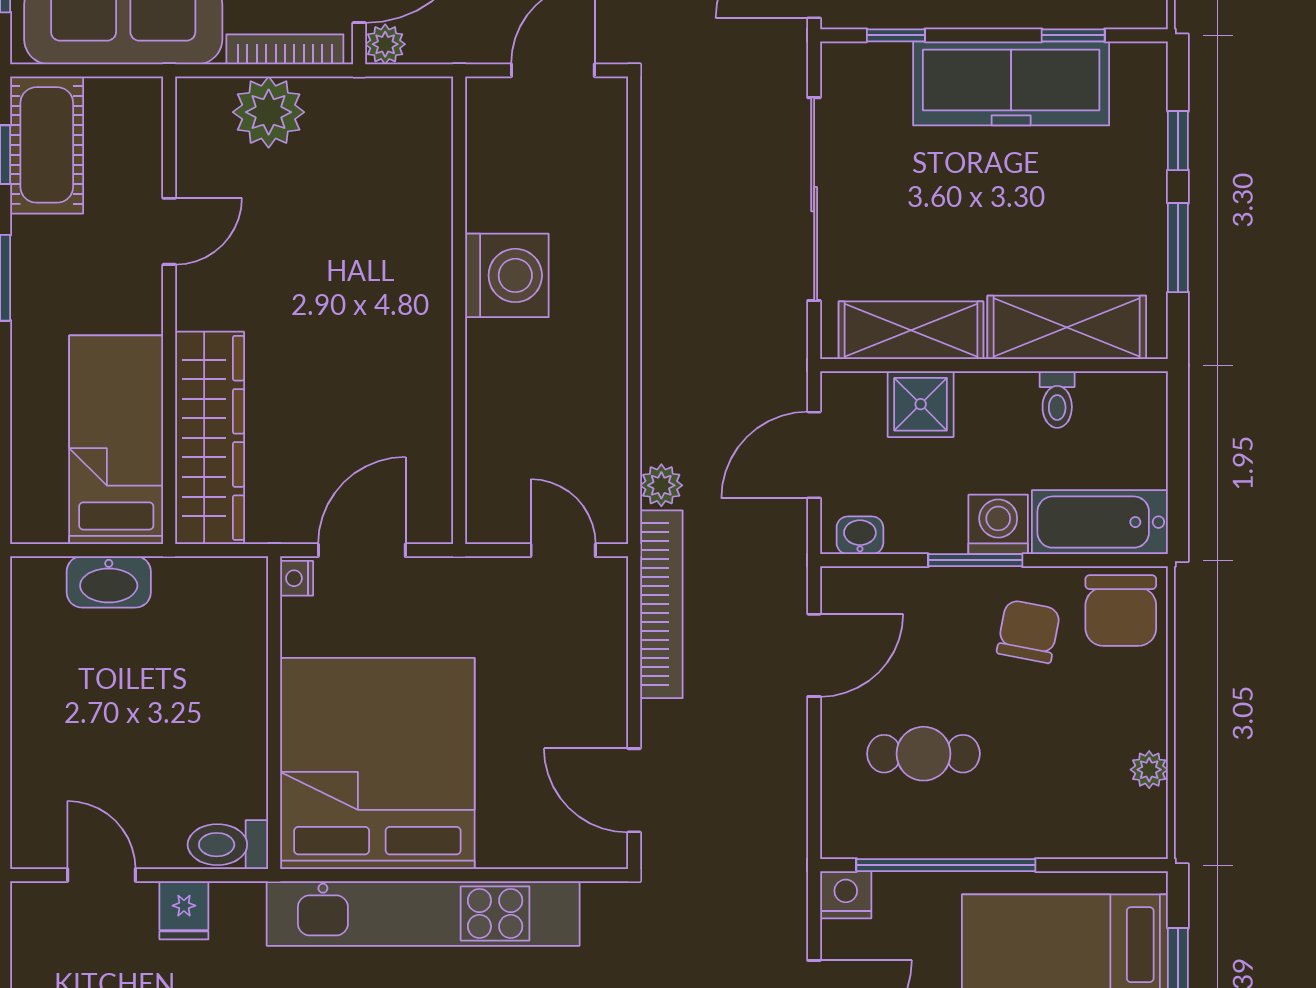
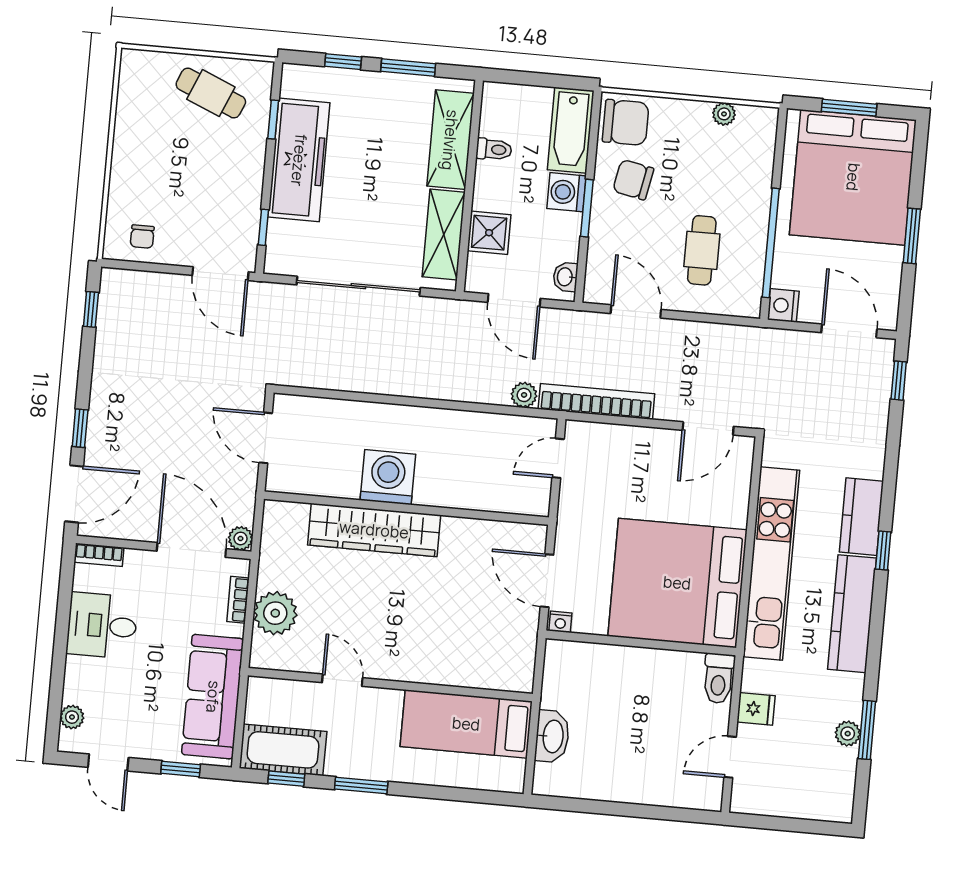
bookcase: (285, 49) -> (238, 600), width x0.64
wardrobe: (210, 438) -> (374, 530), moved, turned 180

